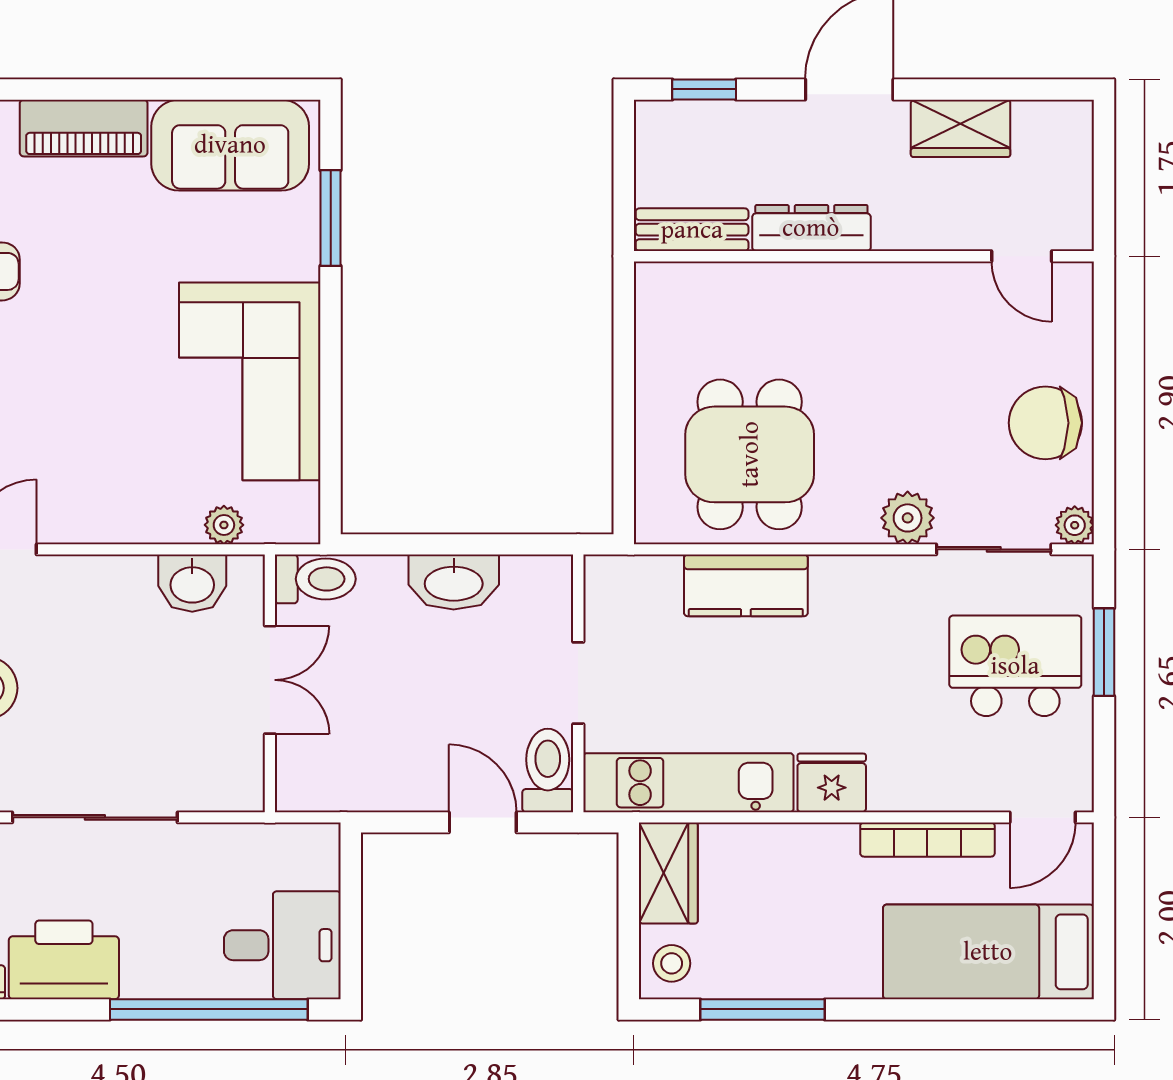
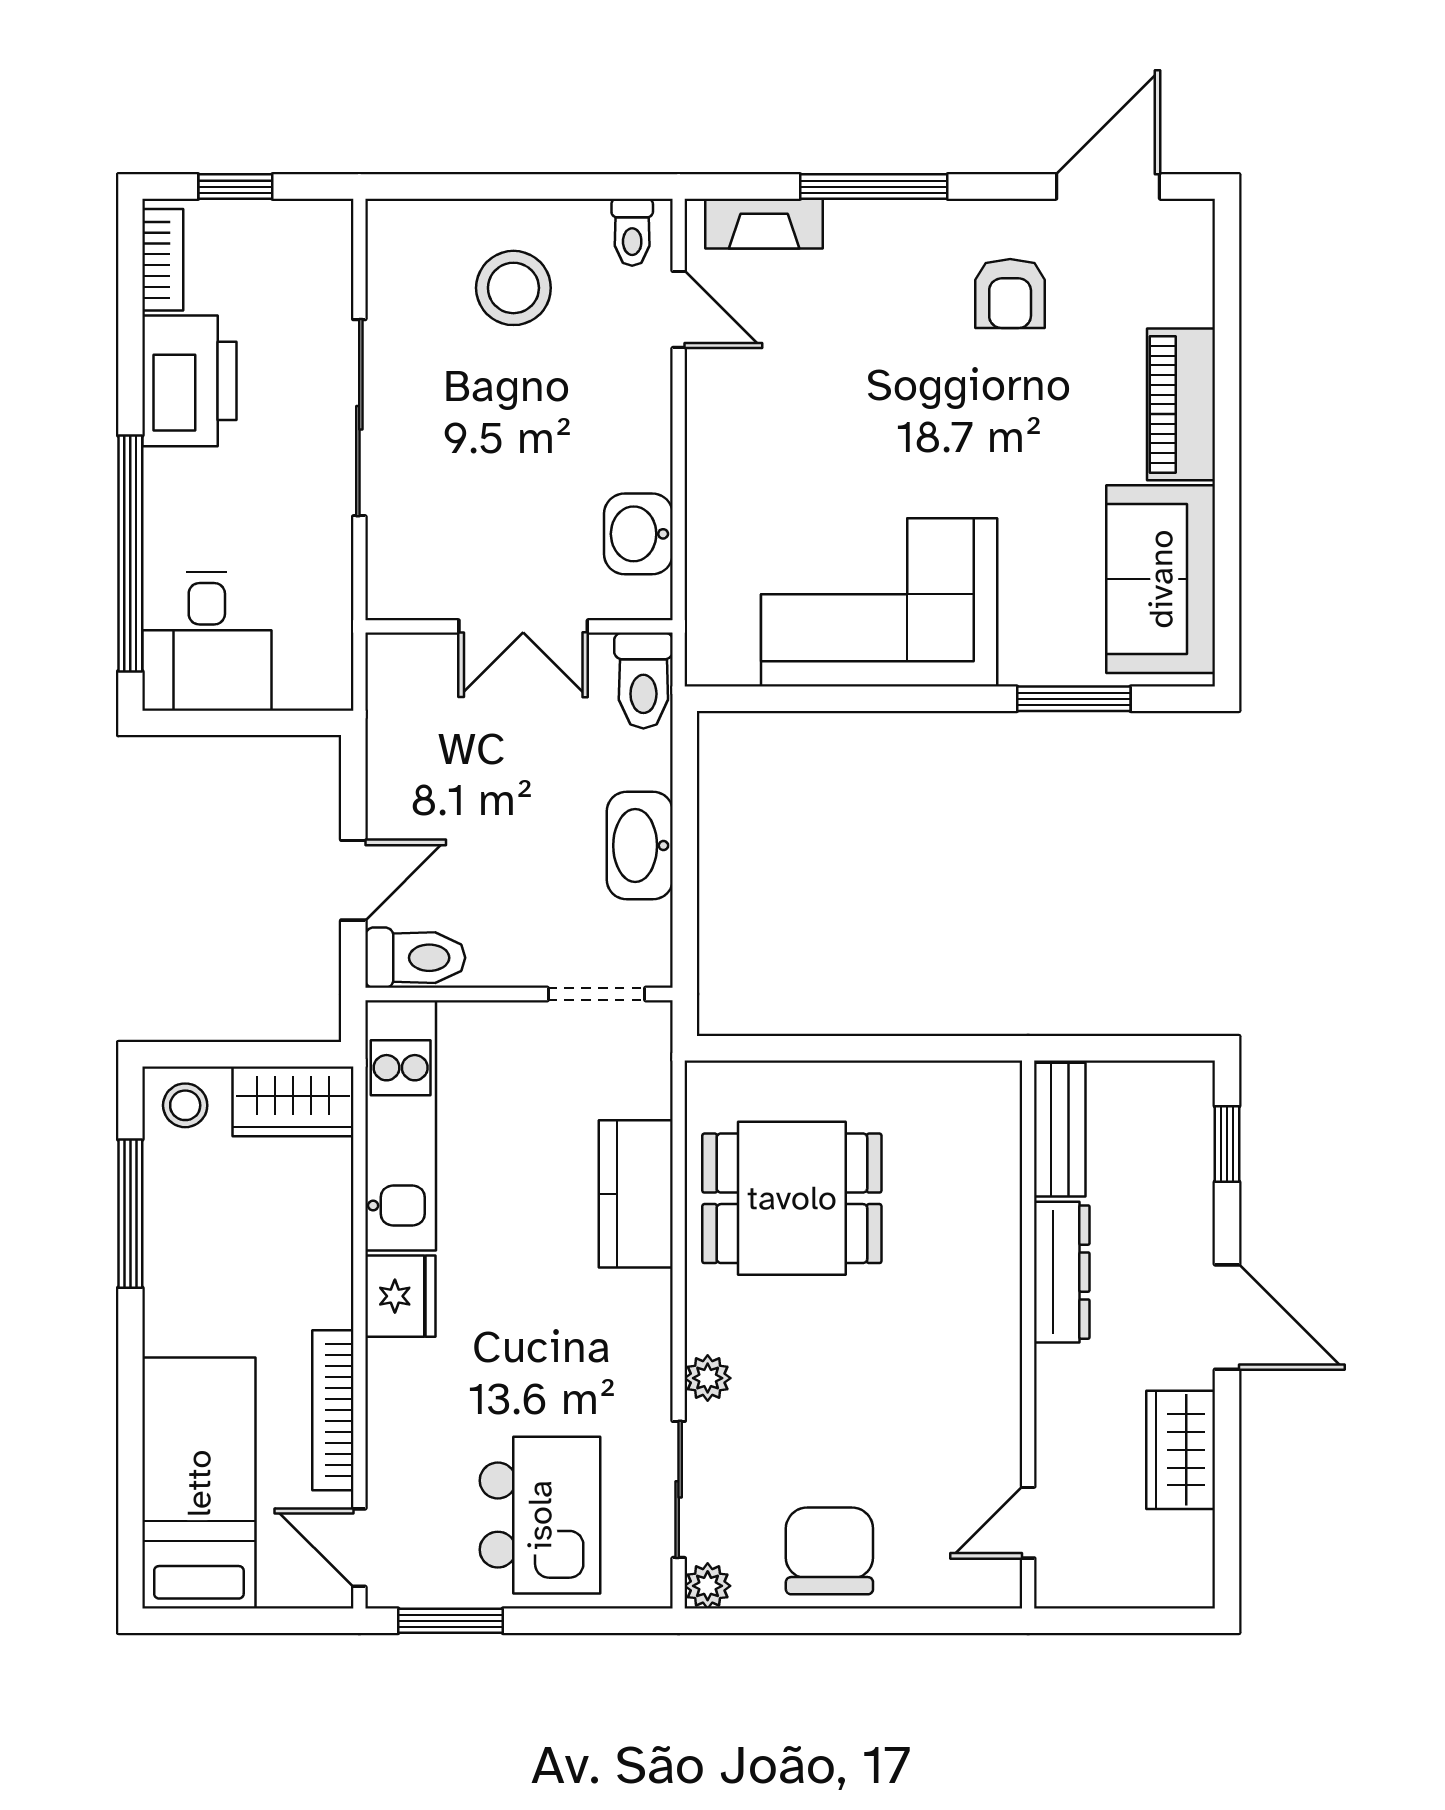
plant: (908, 518) -> (708, 1378), width x0.73, depth x0.73
plant: (224, 525) -> (708, 572), removed
window: (1104, 652) -> (450, 1621), moved
doorway: (578, 683) -> (596, 994), moved

